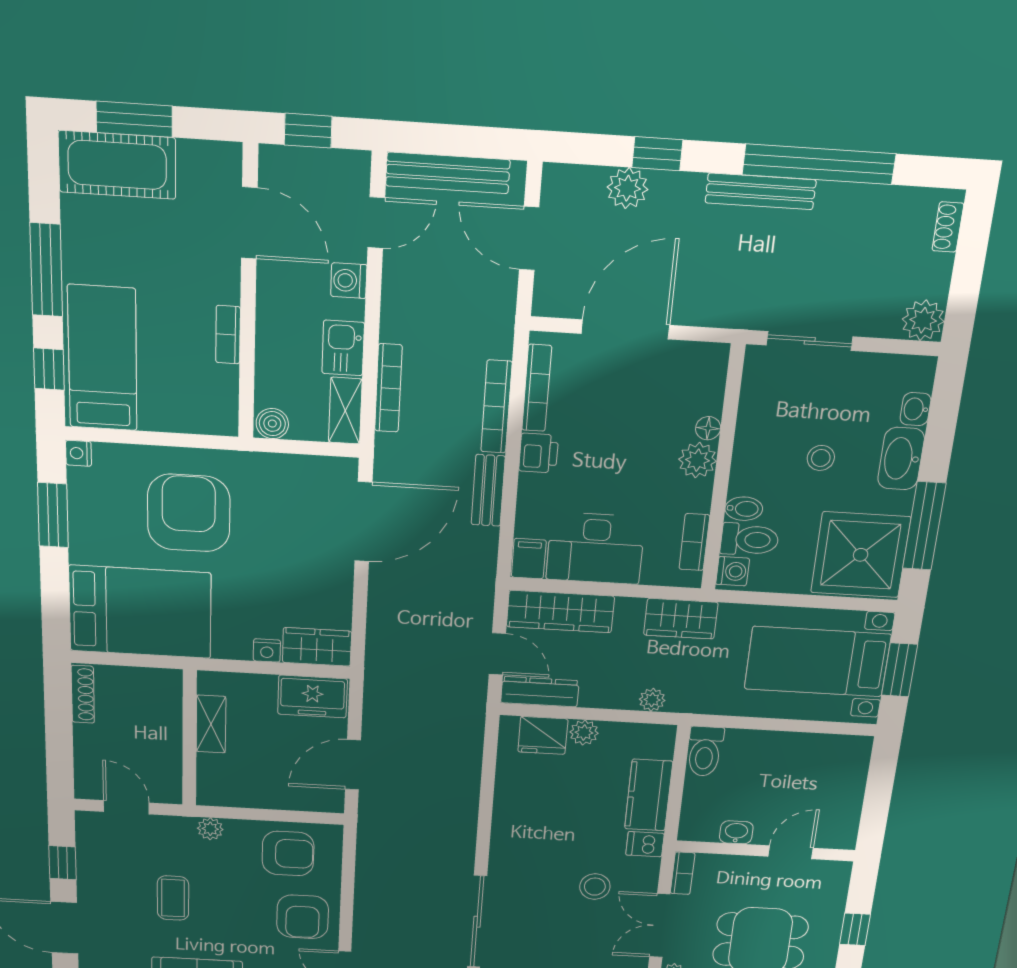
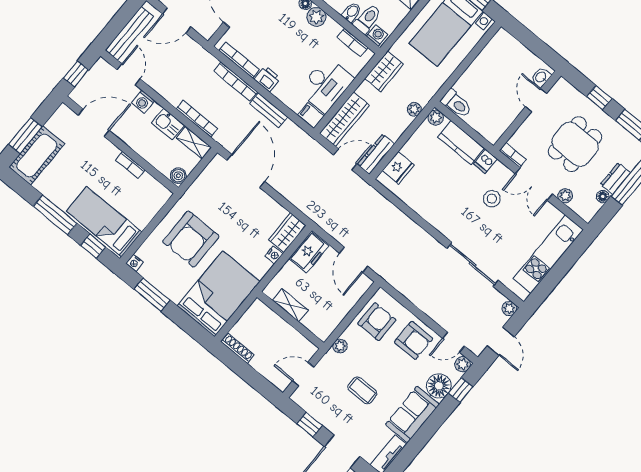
armchair: (189, 513) -> (191, 239), turned -90
plant: (584, 733) -> (436, 118), moved
washbasin: (736, 832) -> (541, 77), moved

